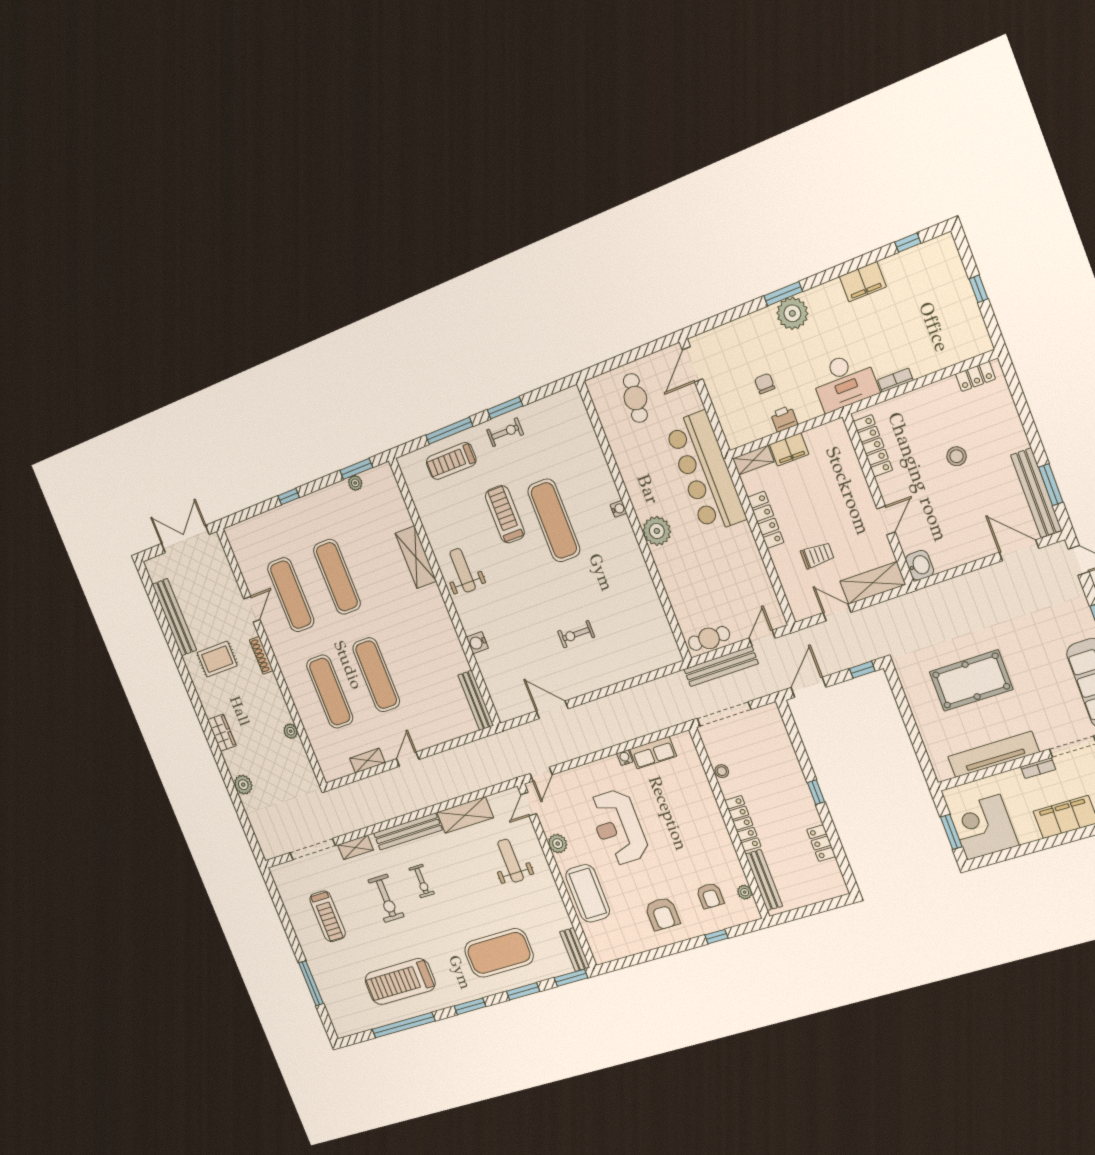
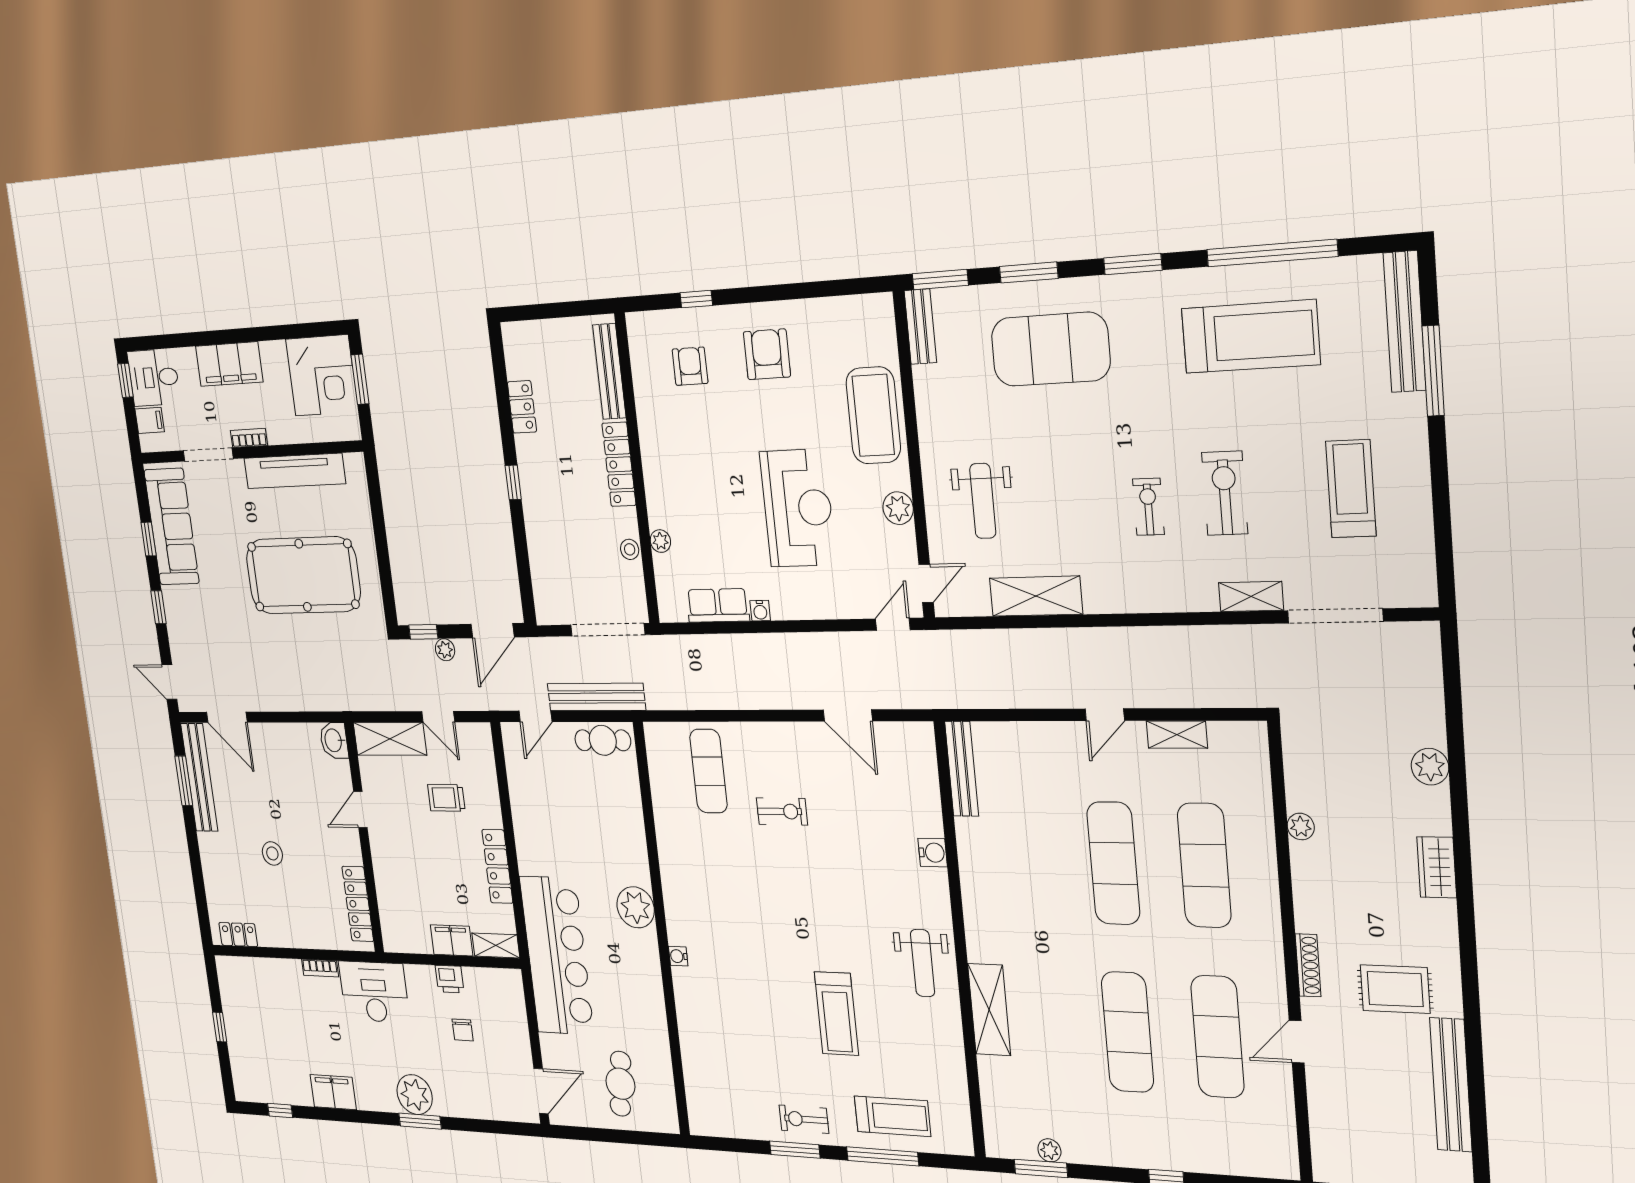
exercise mat: (554, 520) -> (709, 771), moved, width x0.73, depth x0.69
plant: (842, 662) -> (445, 650), added
pool table: (971, 681) -> (303, 575), width x1.36, depth x1.32
bench: (408, 832) -> (1405, 322), moved, turned 90
plant: (745, 892) -> (660, 541), moved

